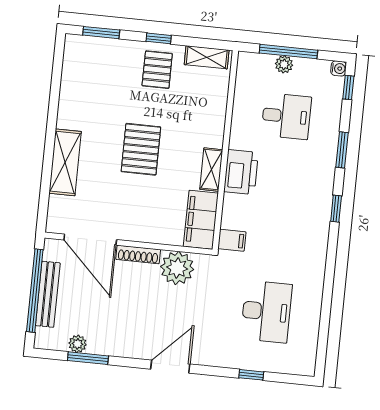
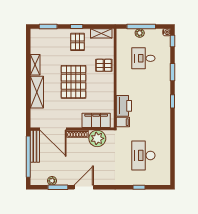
desk: (286, 116) -> (143, 58), turned 180
pallet: (205, 122) -> (104, 65), added
pallet: (141, 149) -> (73, 82), width x1.37, depth x1.41
shelving: (211, 170) -> (35, 65), moved
printer: (241, 172) -> (124, 106), moved
filing cabinet: (201, 220) -> (96, 120), moved, turned 90
bench: (48, 294) -> (35, 146), moved
desk: (266, 312) -> (143, 155), turned 180
door: (170, 367) -> (84, 187), moved

